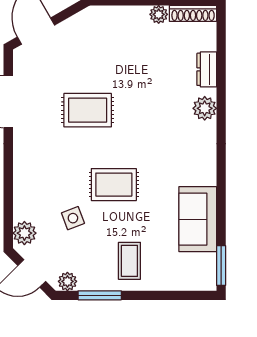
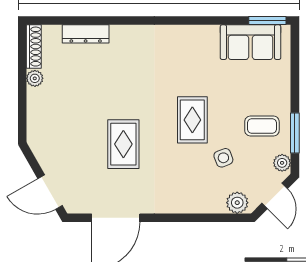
dresser: (207, 69) -> (86, 34), width x1.44
plant: (205, 108) -> (122, 36), removed
sofa: (198, 219) -> (251, 42), moved
coffee table: (129, 261) -> (262, 126), moved

